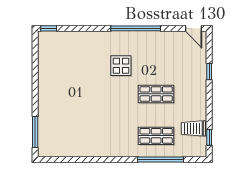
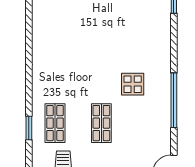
window: (161, 160) -> (29, 128), width x0.47

